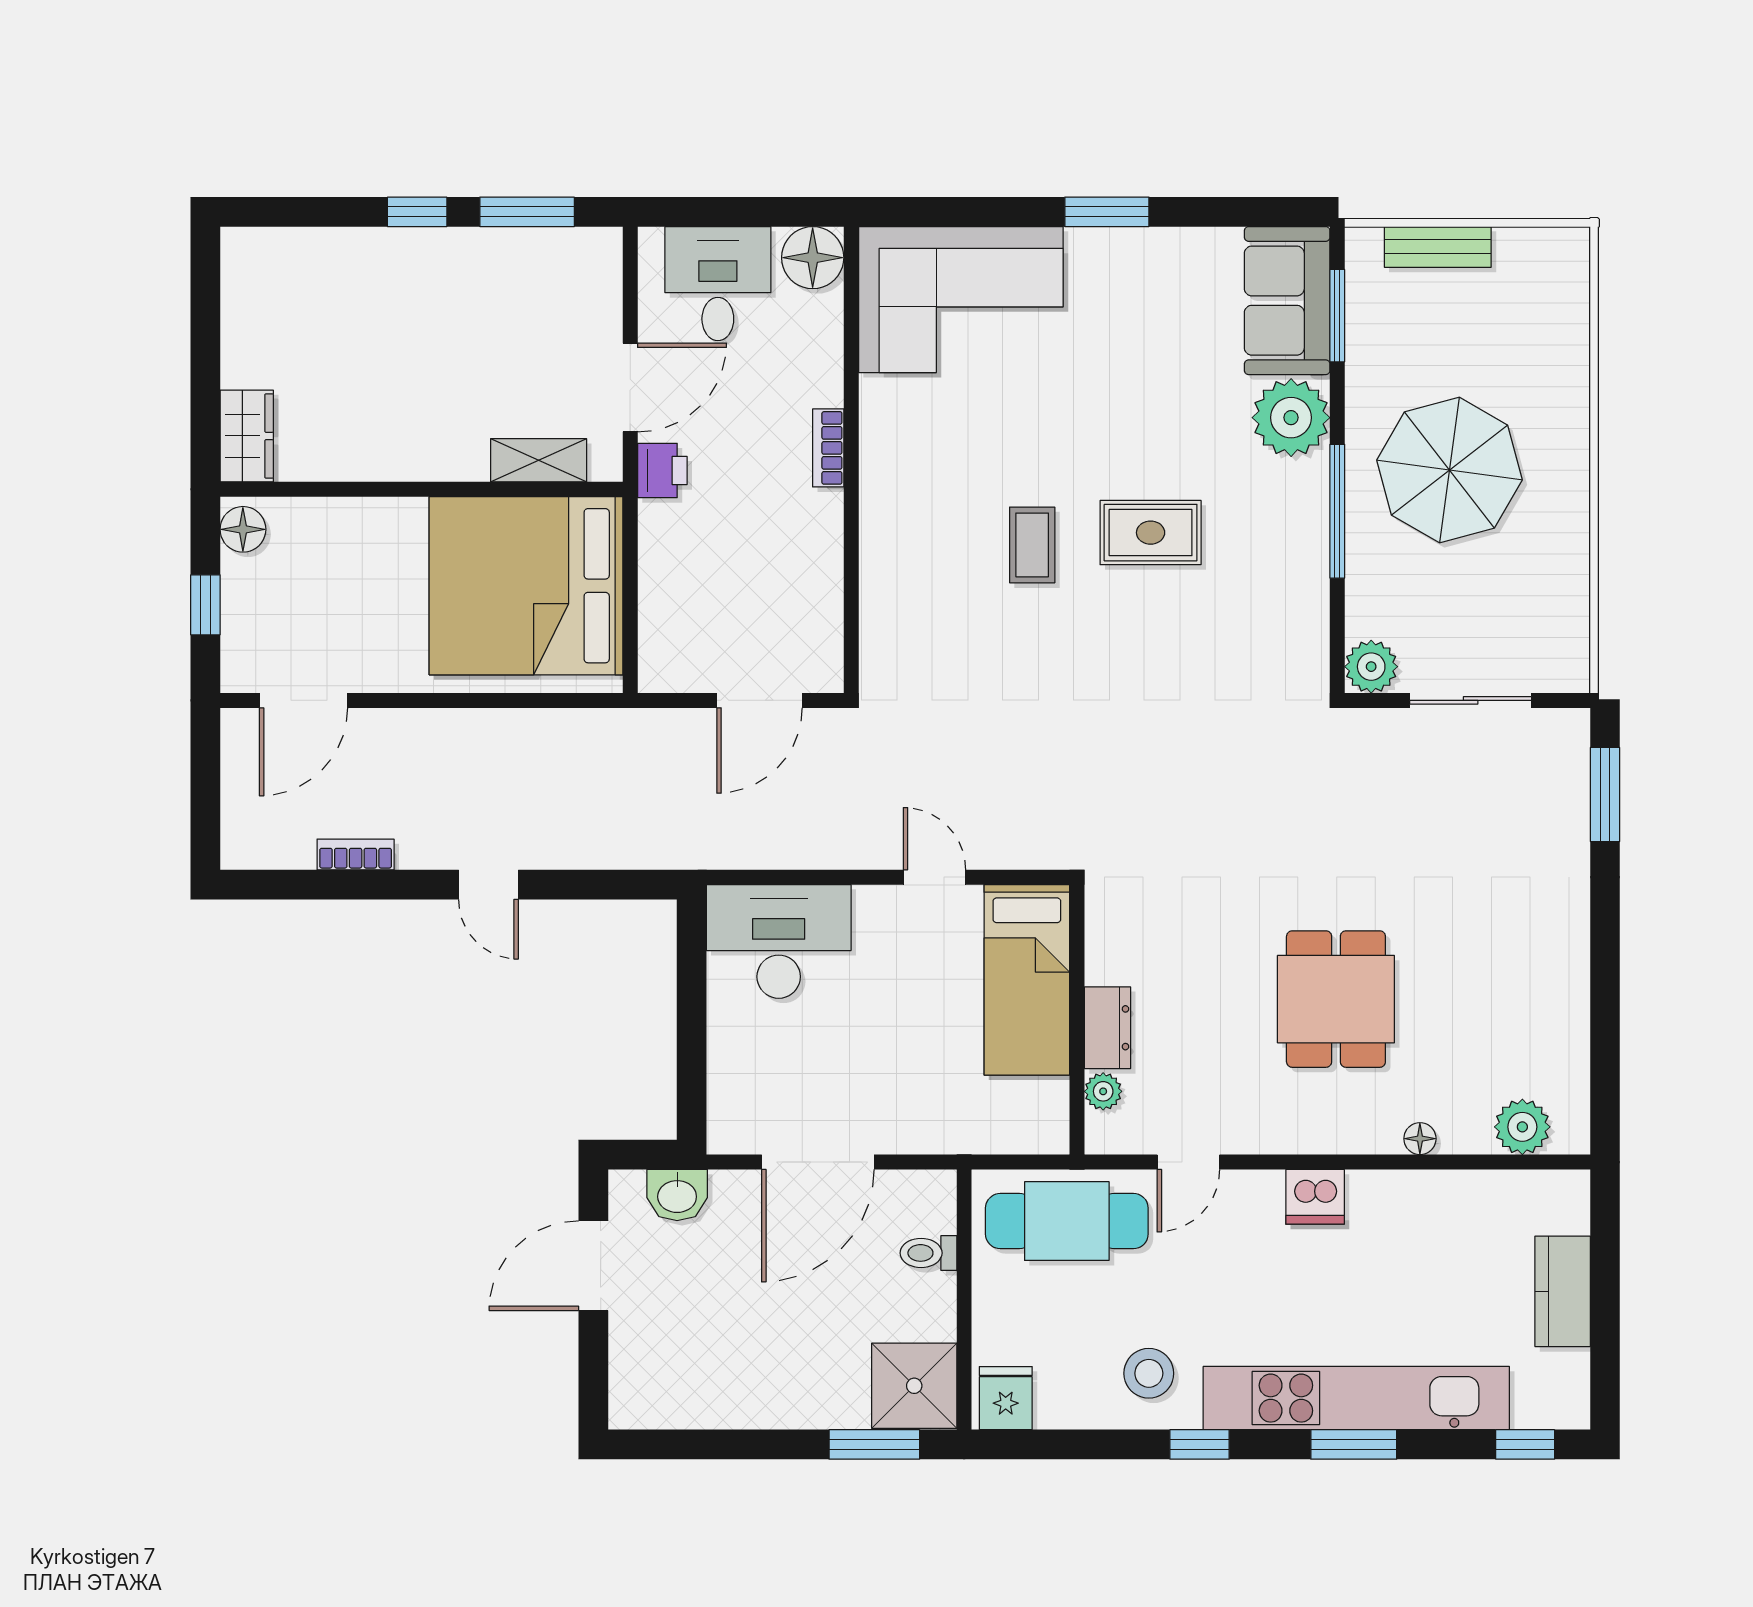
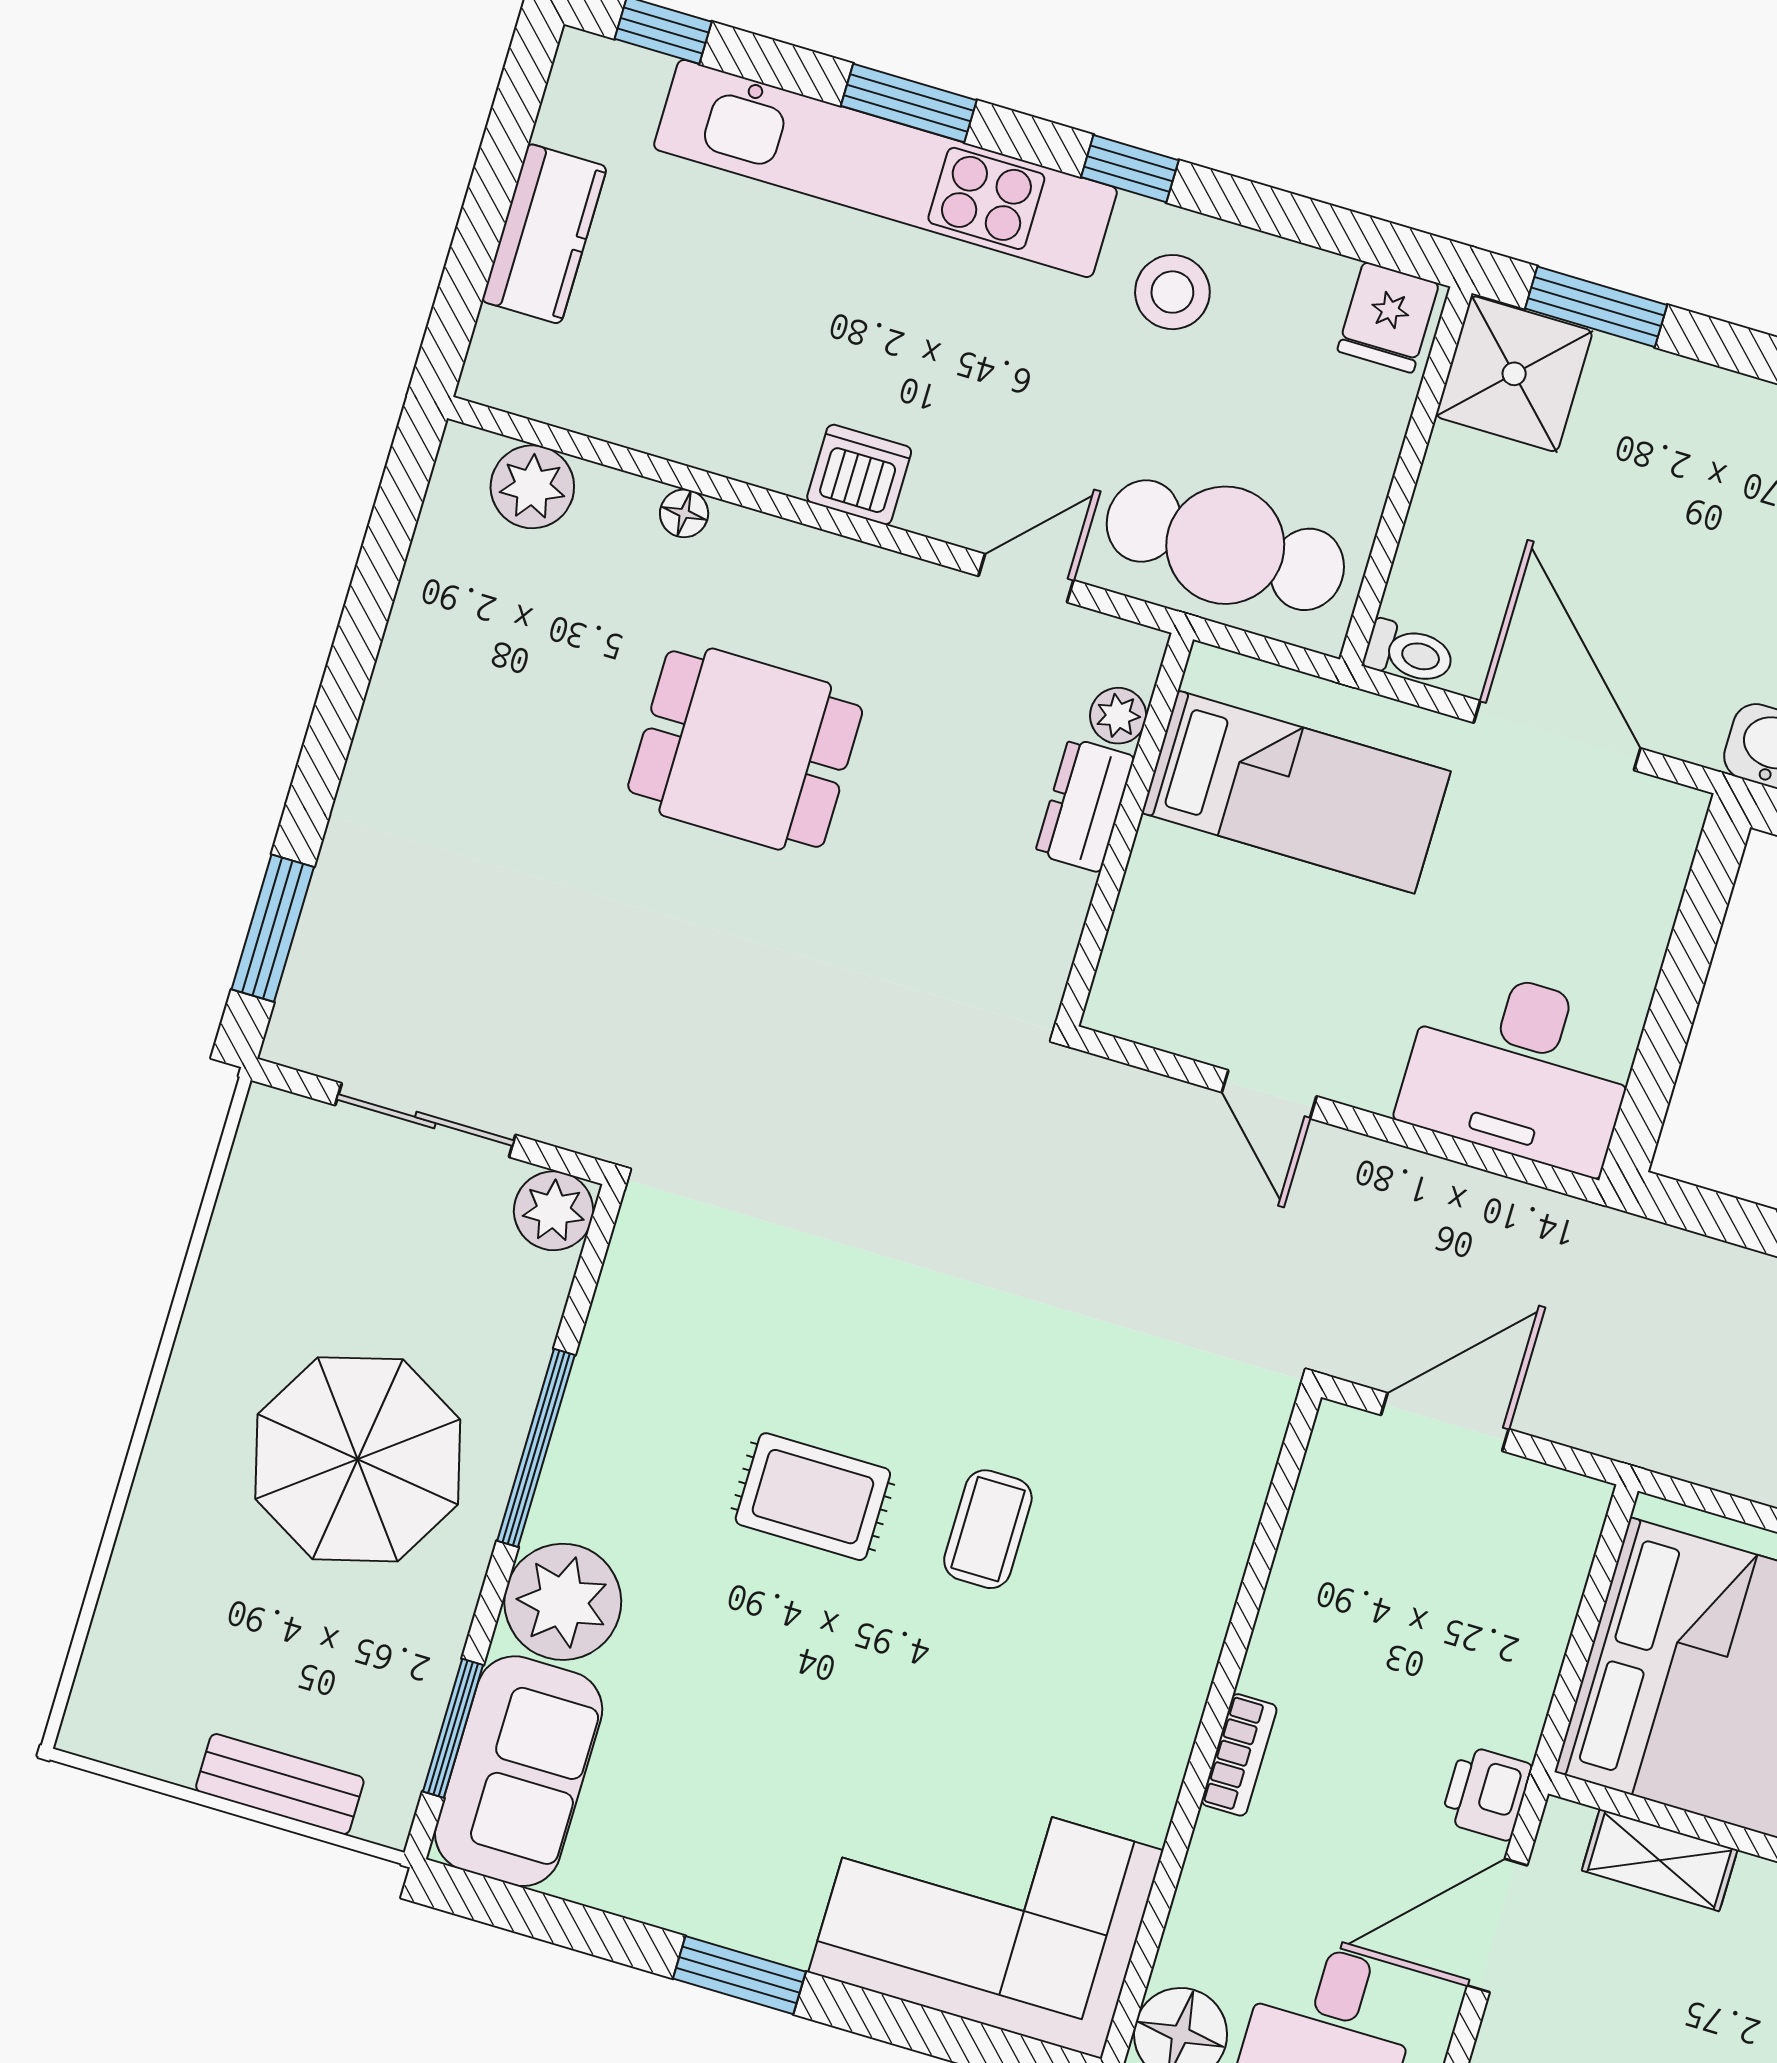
bed: (1027, 980) -> (1296, 792), moved, turned 90
dining table: (1336, 999) -> (745, 749), turned 90
door: (818, 1162) -> (1557, 735), hinge flipped
toilet: (928, 1253) -> (1409, 653), moved

